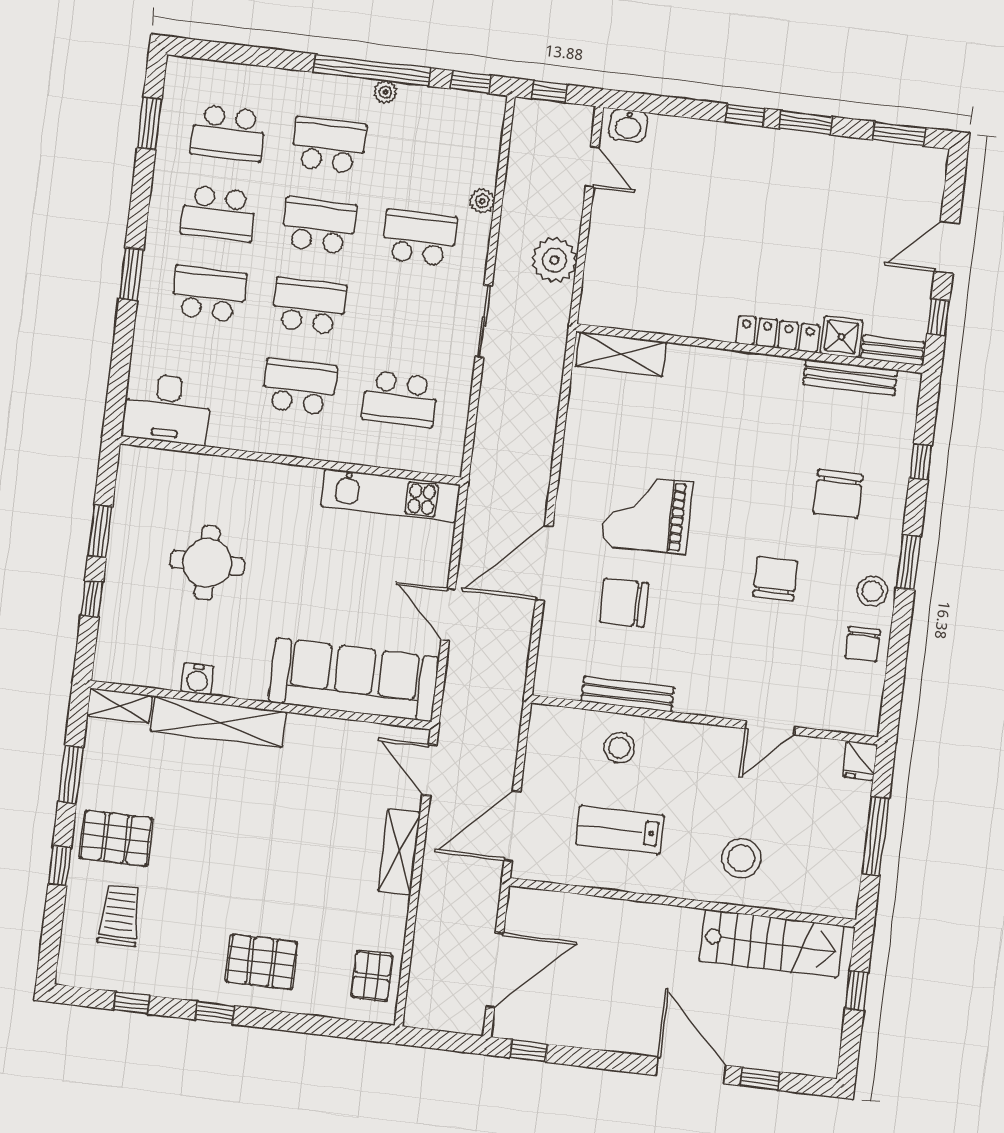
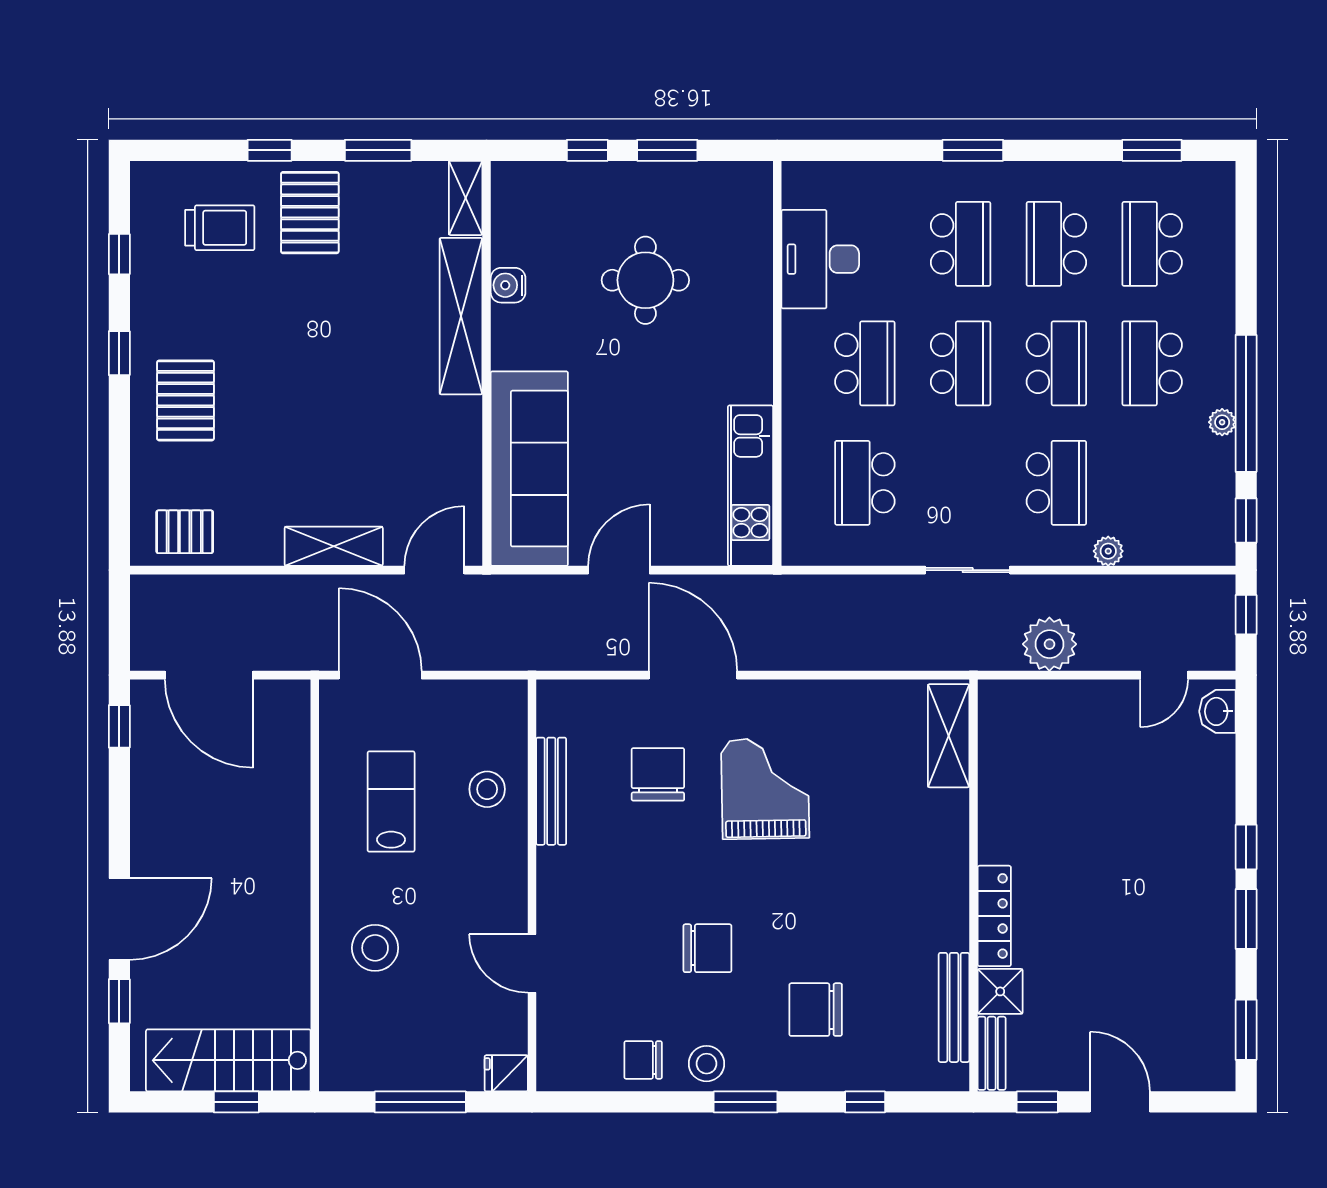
school desk: (329, 145) -> (1152, 363), turned 180
desk: (167, 409) -> (820, 259), moved
stairs: (771, 943) -> (228, 1060), moved, turned 90

